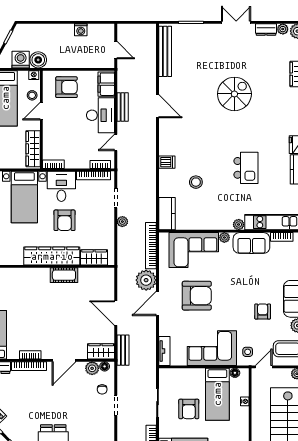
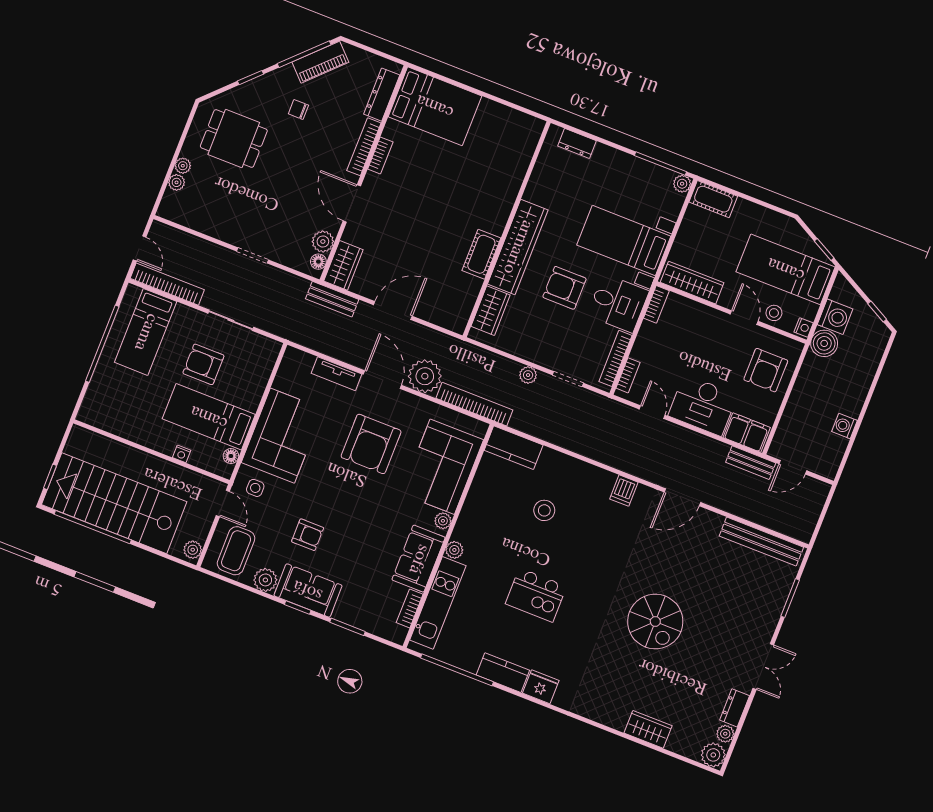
bench: (123, 107) -> (751, 463), moved
dishwasher: (167, 162) -> (624, 491), moved
tv unit: (164, 351) -> (336, 374), moved
chair: (102, 389) -> (298, 110), moved

